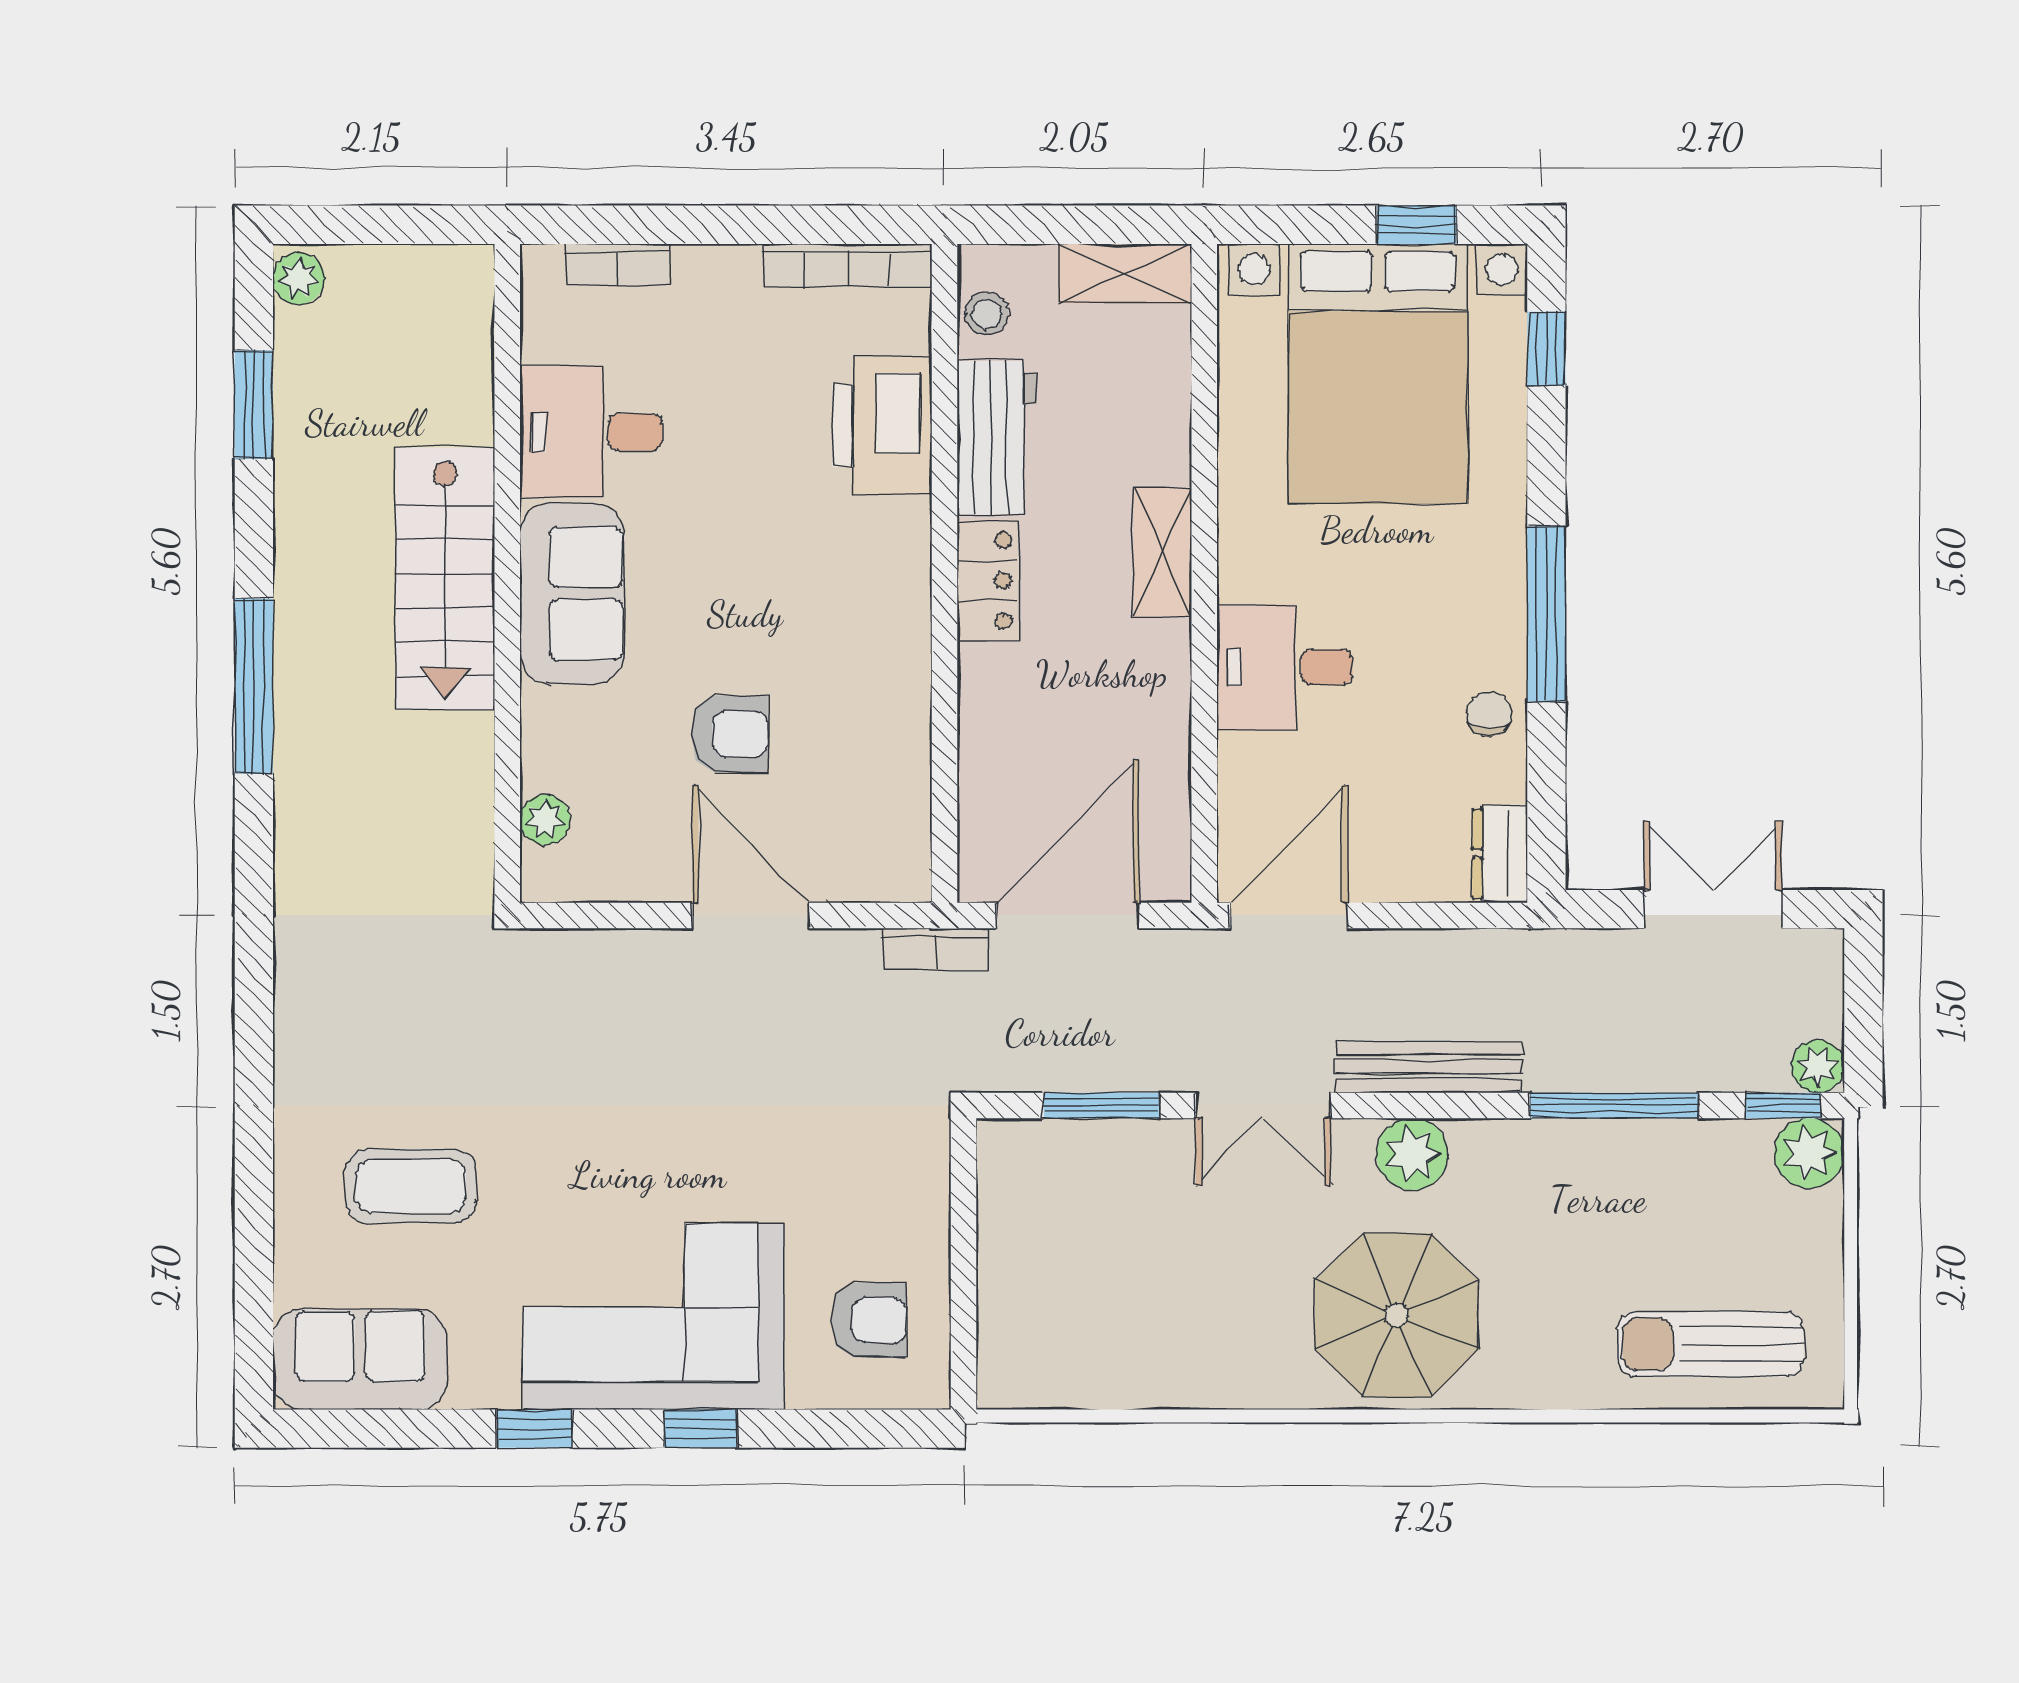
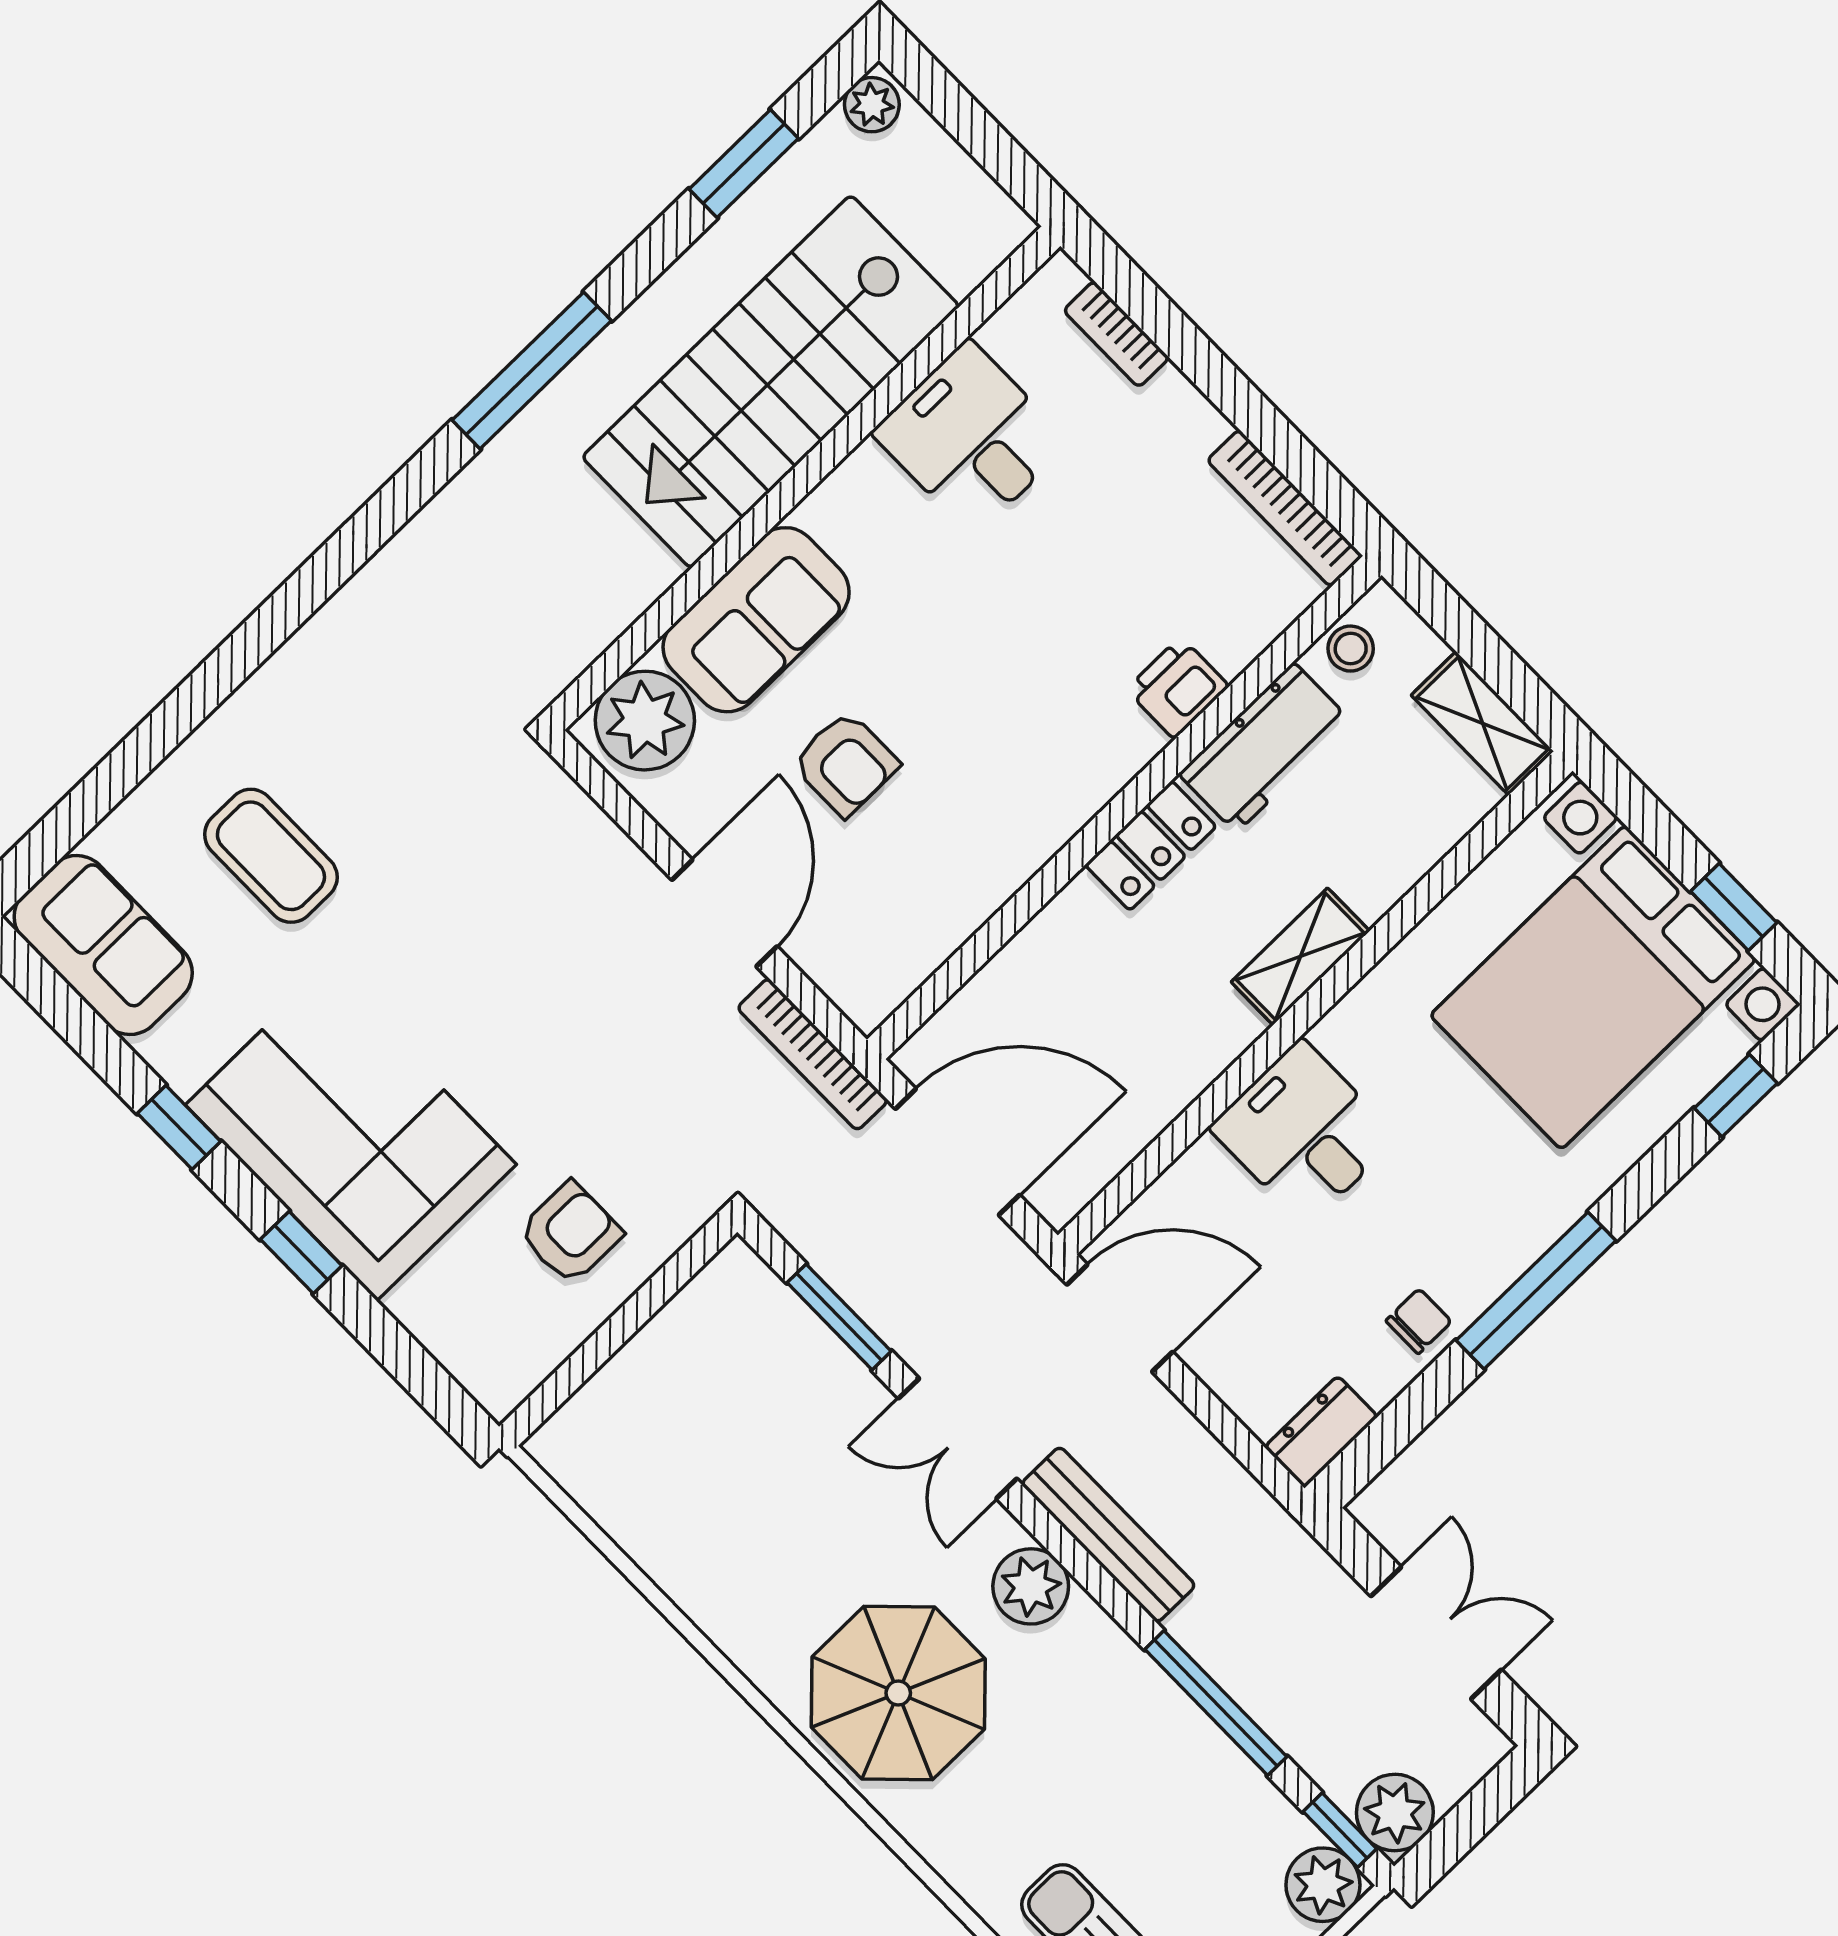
printer: (882, 426) -> (1177, 688), width x0.53, depth x0.68
stairs: (445, 579) -> (771, 382), width x1.36, depth x1.51
sofa: (572, 594) -> (756, 620), moved
plant: (545, 820) -> (645, 721), width x1.88, depth x1.88
bookcase: (935, 949) -> (813, 1054), width x1.56
plant: (1818, 1066) -> (1395, 1813), width x1.38, depth x1.38
armchair: (869, 1320) -> (570, 1233), moved, turned -90

